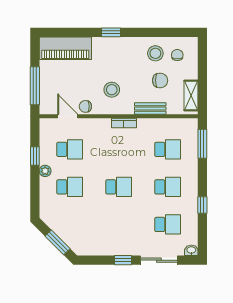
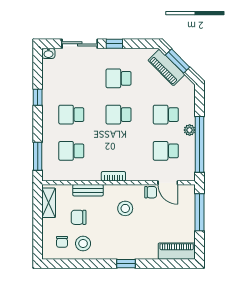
piano: (65, 48) -> (177, 251), width x0.73, depth x0.75
window: (35, 156) -> (199, 144), width x3.17
school desk: (168, 224) -> (119, 78), moved
piano: (69, 236) -> (166, 67), added

